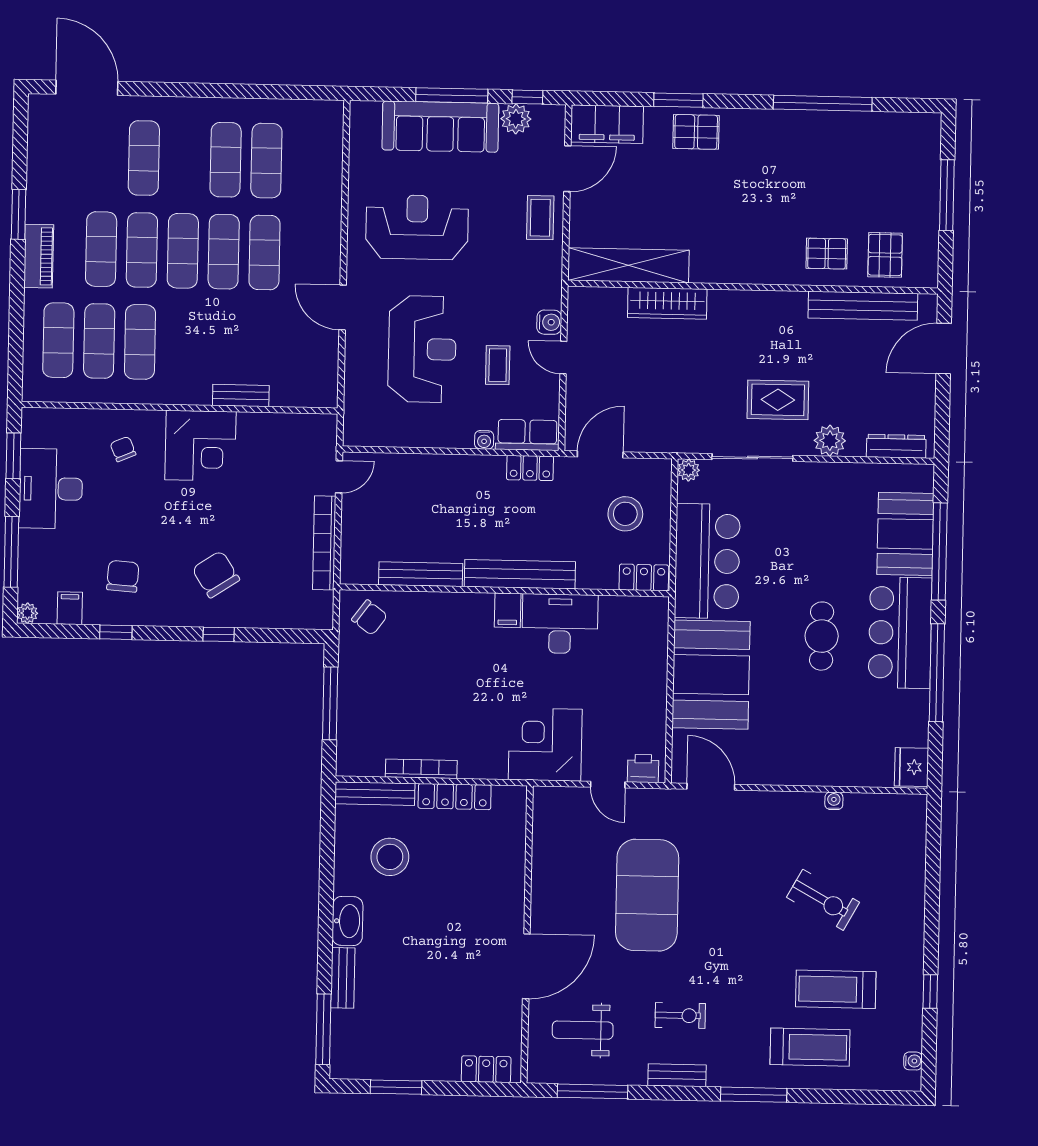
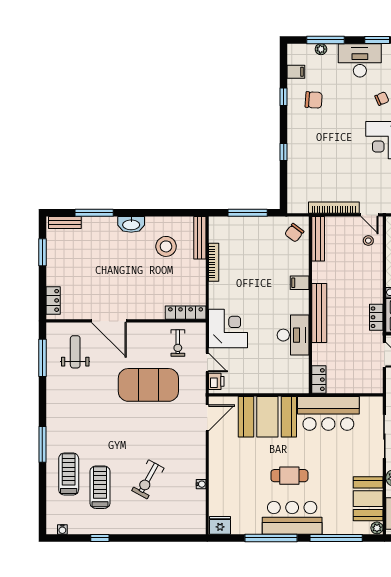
plant: (689, 470) -> (377, 528), moved
stool: (625, 514) -> (368, 241), moved, width x0.53, depth x0.53
booth: (905, 534) -> (368, 499), moved, turned 90
chair: (216, 574) -> (316, 150), removed
bench: (421, 574) -> (318, 239), moved
filing cabinet: (508, 610) -> (300, 283), moved
plant: (27, 613) -> (321, 49), moved
door: (608, 785) -> (207, 363), swing flipped
locker: (455, 797) -> (186, 313), moved, turned 90
bench: (343, 978) -> (65, 223), moved
exercise bike: (680, 1015) -> (178, 343), moved
window: (323, 1029) -> (94, 213), moved
treadmill: (810, 1047) -> (69, 474), turned 180
bench: (677, 1075) -> (52, 403), removed

